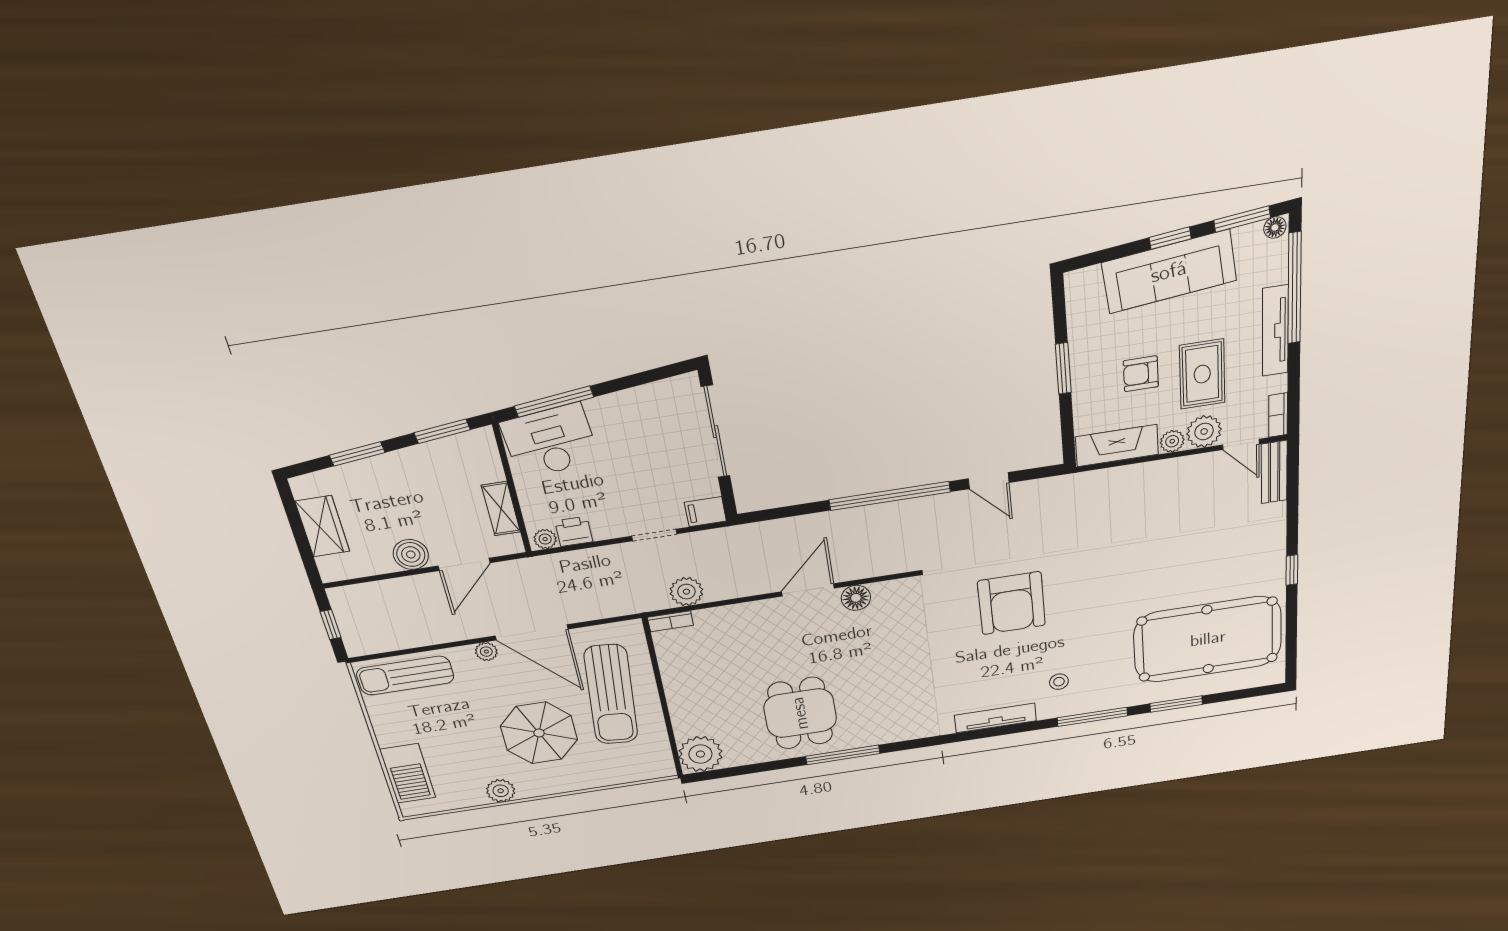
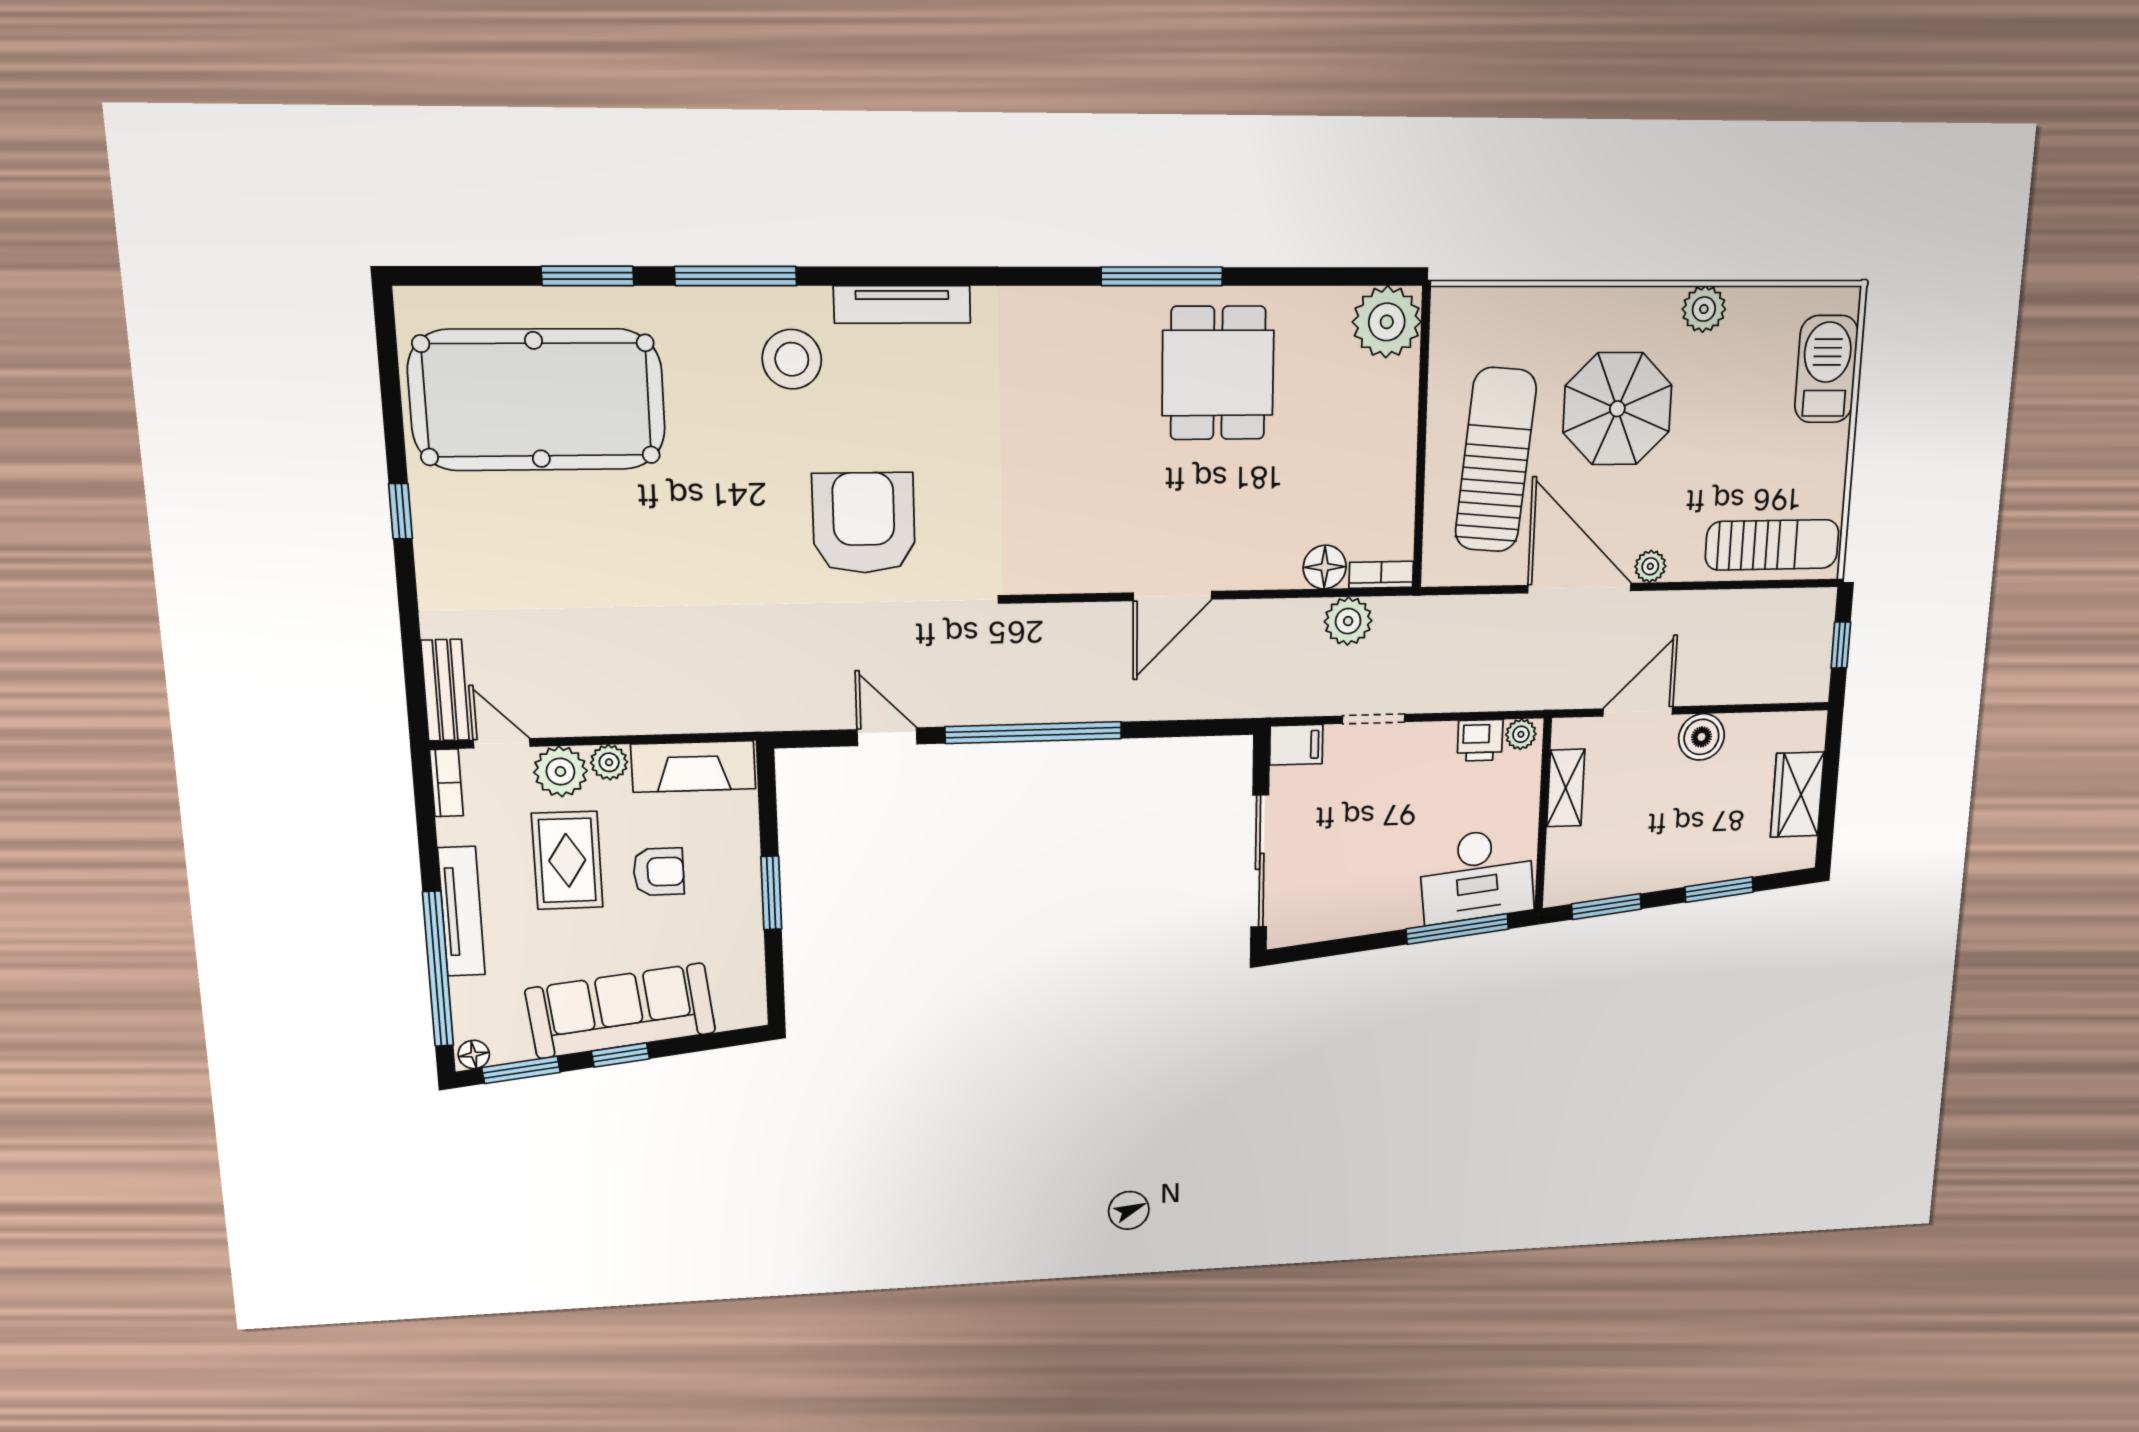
floor lamp: (856, 598) -> (1325, 567), moved
stool: (1059, 682) -> (792, 359), width x1.89, depth x1.89

